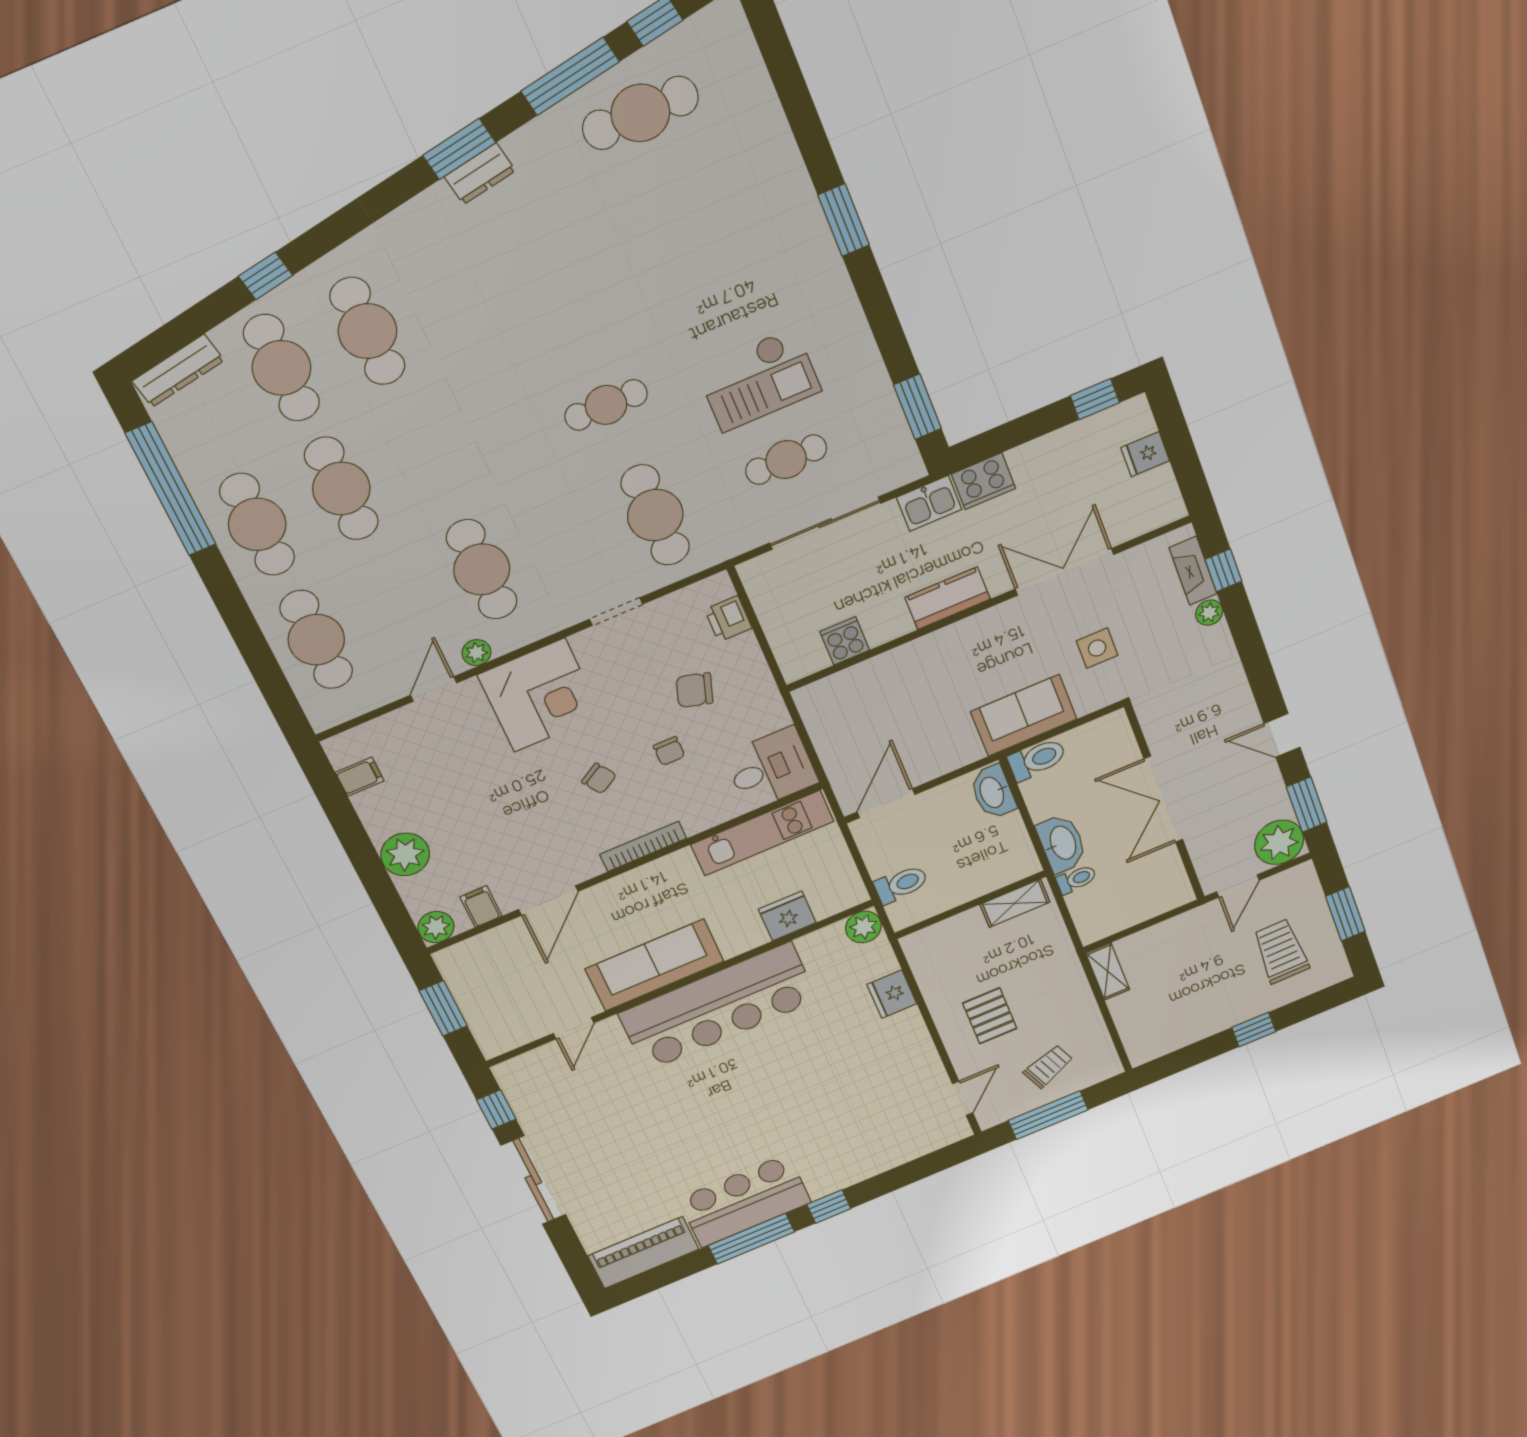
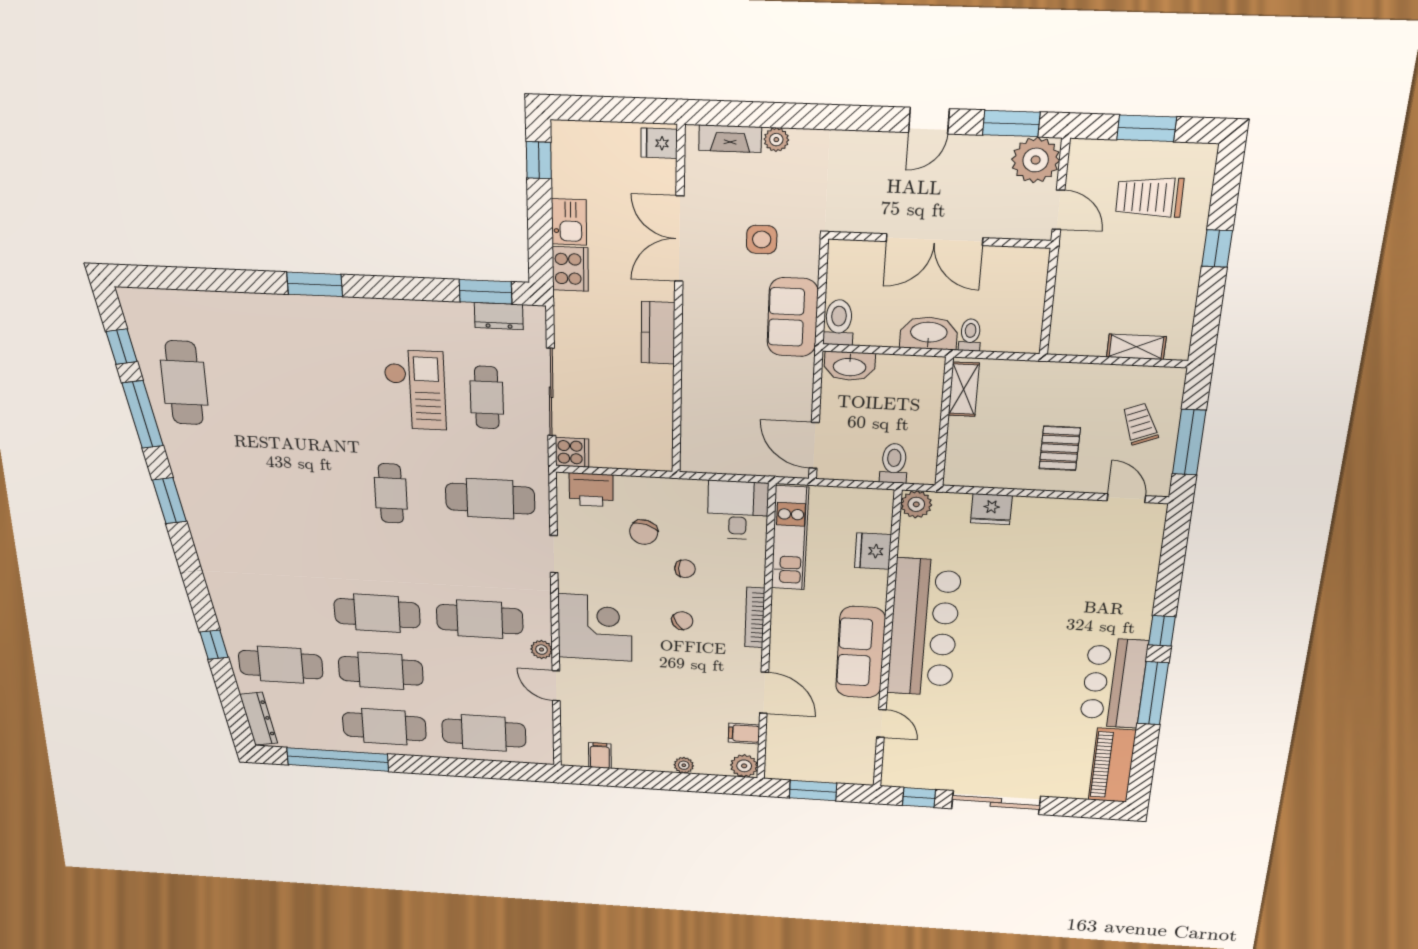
dresser: (480, 174) -> (499, 316), moved, turned 100
cafe table: (367, 331) -> (377, 613), moved
fridge: (1145, 454) -> (659, 143), moved, turned 90
kitchen sink: (929, 503) -> (569, 222), moved
window: (1223, 570) -> (743, 114), removed
printer: (728, 619) -> (591, 490), width x1.36, depth x1.24
cooker: (845, 641) -> (572, 452), moved, turned 180
plant: (405, 854) -> (684, 765), width x0.53, depth x0.53
shelving: (1108, 971) -> (1136, 347), moved
pallet: (990, 1016) -> (1060, 448), turned 90

